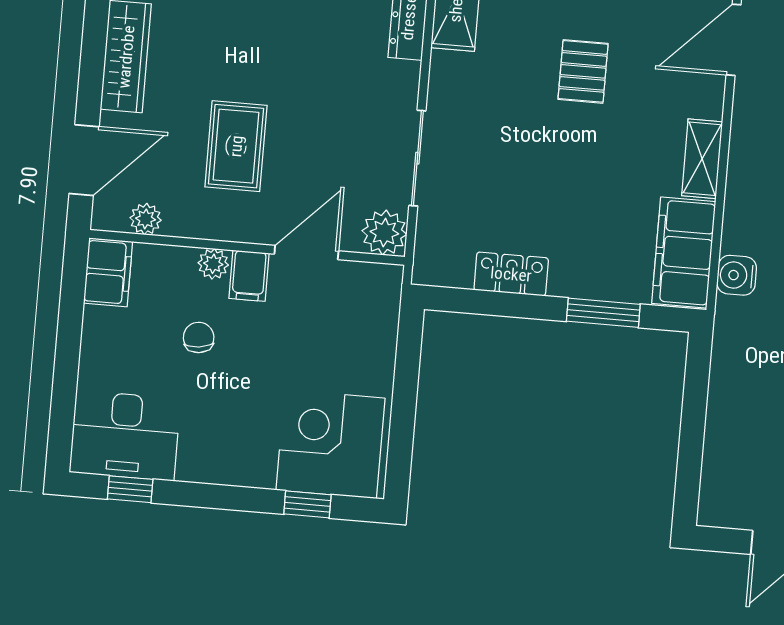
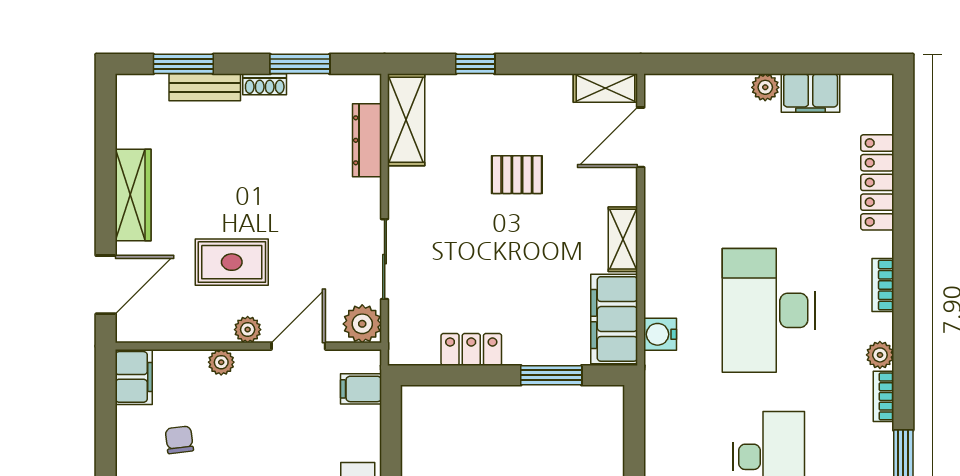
pallet: (583, 71) -> (517, 175), turned 90
rug: (236, 146) -> (232, 262), turned 90
plant: (146, 219) -> (248, 330), moved
filing cabinet: (249, 276) -> (361, 389), moved, turned 90
chair: (199, 337) -> (179, 440), moved

